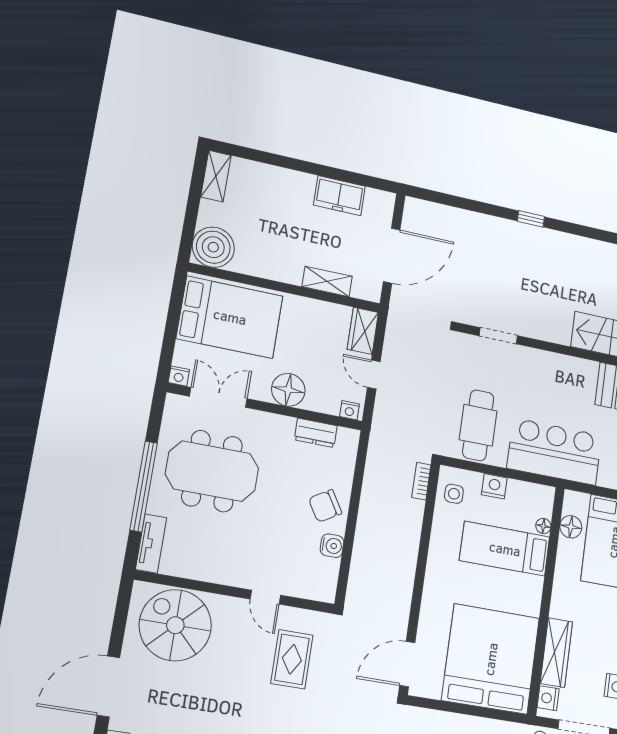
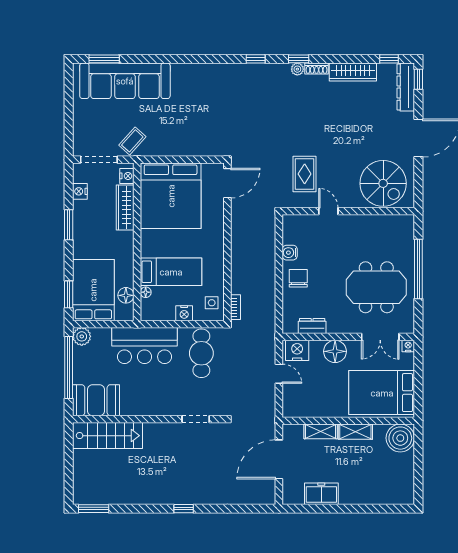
shelving: (216, 176) -> (355, 432), moved, turned 90
wardrobe: (363, 331) -> (291, 402), removed
nightstand: (349, 410) -> (297, 350), width x1.89, depth x1.79
chair: (325, 506) -> (298, 278), turned -59
tv unit: (151, 544) -> (407, 233), removed

